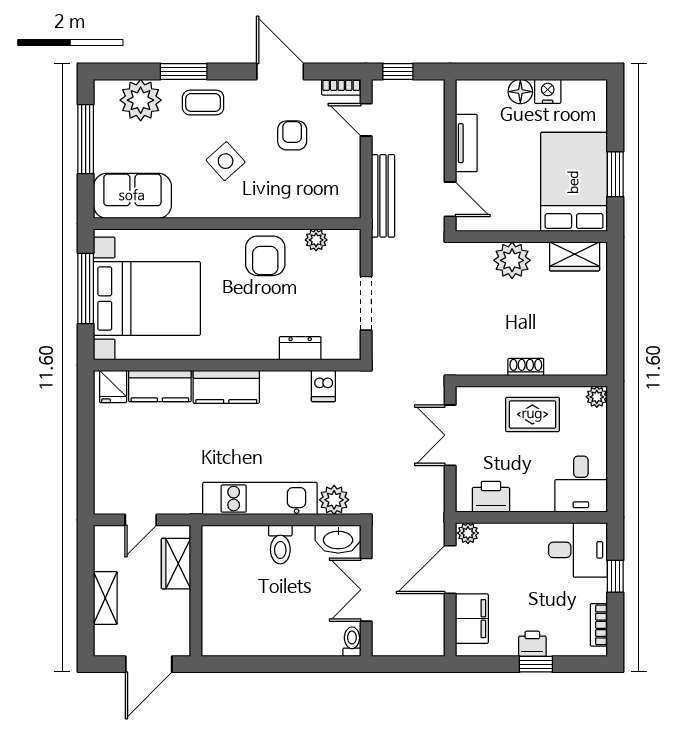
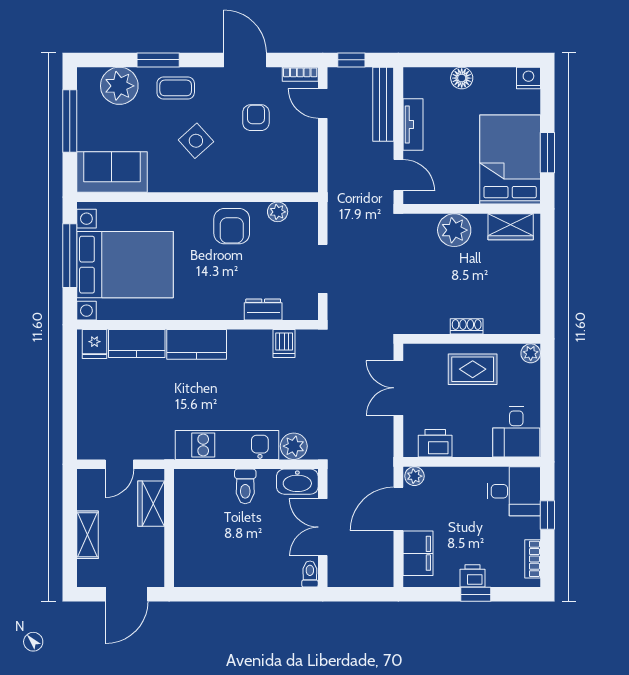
nightstand: (548, 91) -> (528, 78), moved
bench: (383, 196) -> (383, 104), moved

